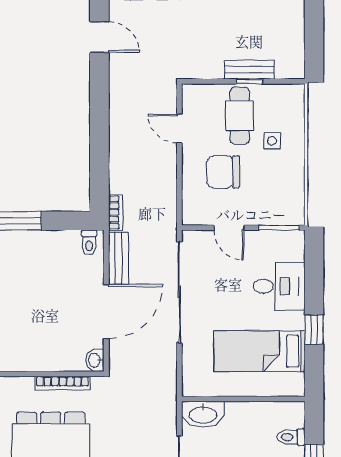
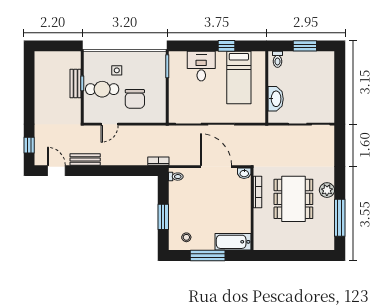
door: (99, 37) -> (56, 171), hinge flipped
door: (229, 228) -> (167, 95), removed
bench: (118, 258) -> (85, 160), moved
washbasin: (203, 414) -> (276, 99), moved
toilet: (291, 437) -> (278, 59), moved

